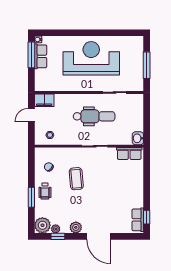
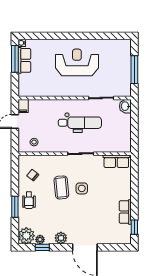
reception desk: (91, 58) -> (77, 62), width x0.74, depth x0.77
filing cabinet: (44, 100) -> (23, 106), width x0.50
washbasin: (138, 138) -> (125, 106), moved
side table: (96, 180) -> (82, 188), added
row of seats: (138, 220) -> (125, 212), moved

